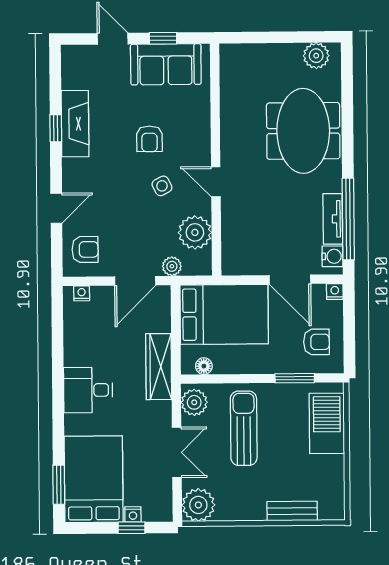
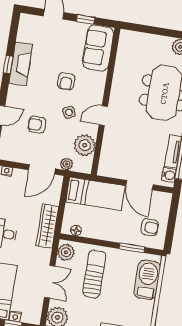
sofa: (166, 64) -> (98, 48), moved, turned 90
door: (216, 182) -> (103, 116), hinge flipped
armchair: (85, 249) -> (37, 125), moved, turned 180
nightstand: (335, 292) -> (167, 198), removed
bed: (224, 314) -> (95, 194), width x0.67

